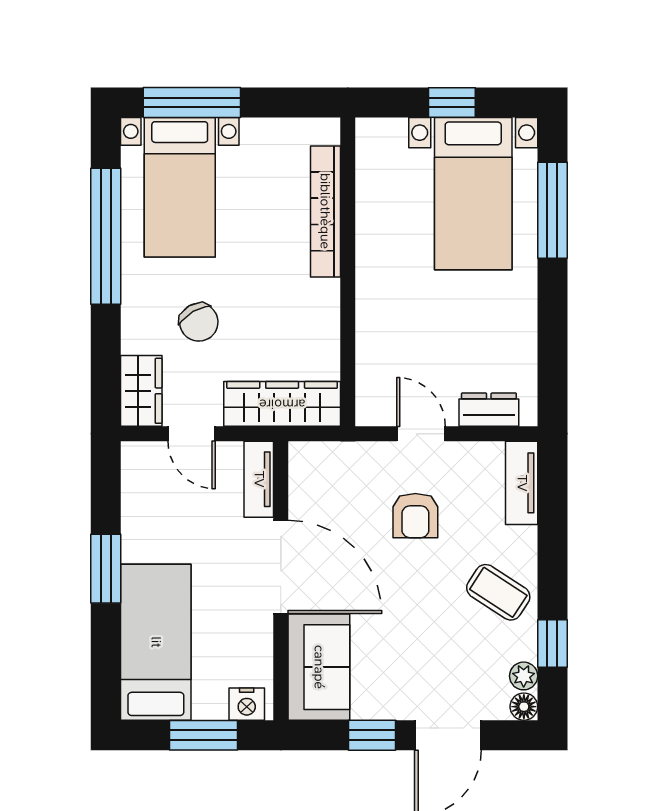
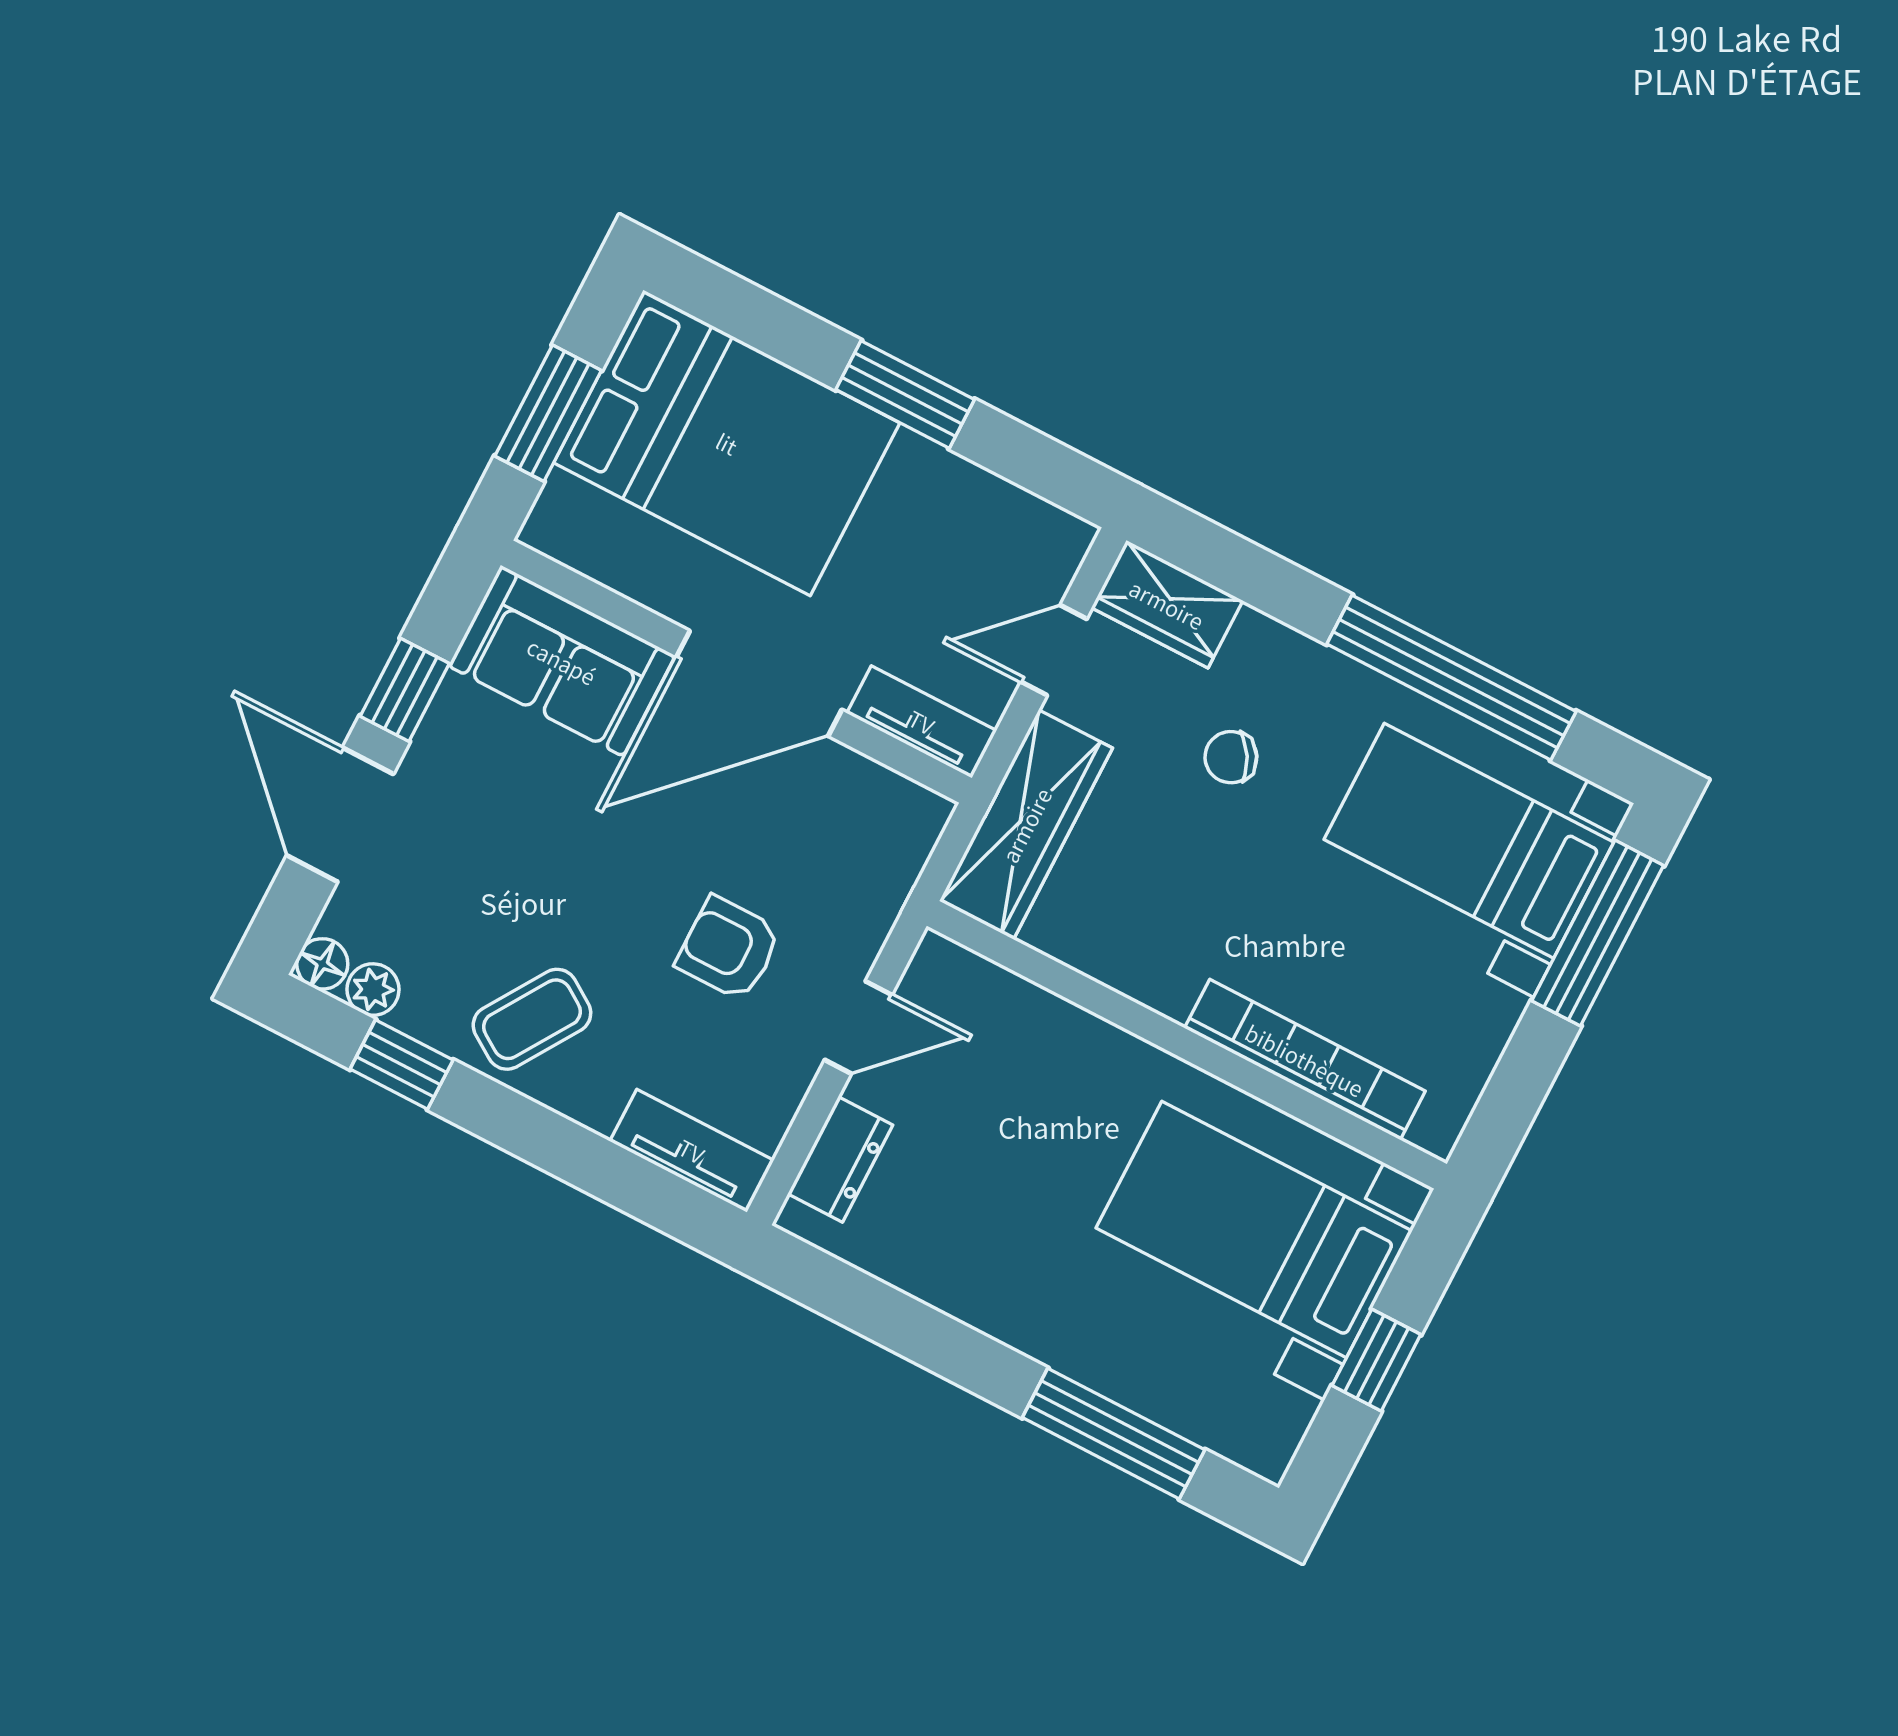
bed with nightstands: (473, 194) -> (1254, 1230), moved
chair: (199, 322) -> (1231, 757), width x0.73, depth x0.73
bed: (156, 642) -> (727, 443), width x1.50
nightstand: (247, 704) -> (562, 511), removed

